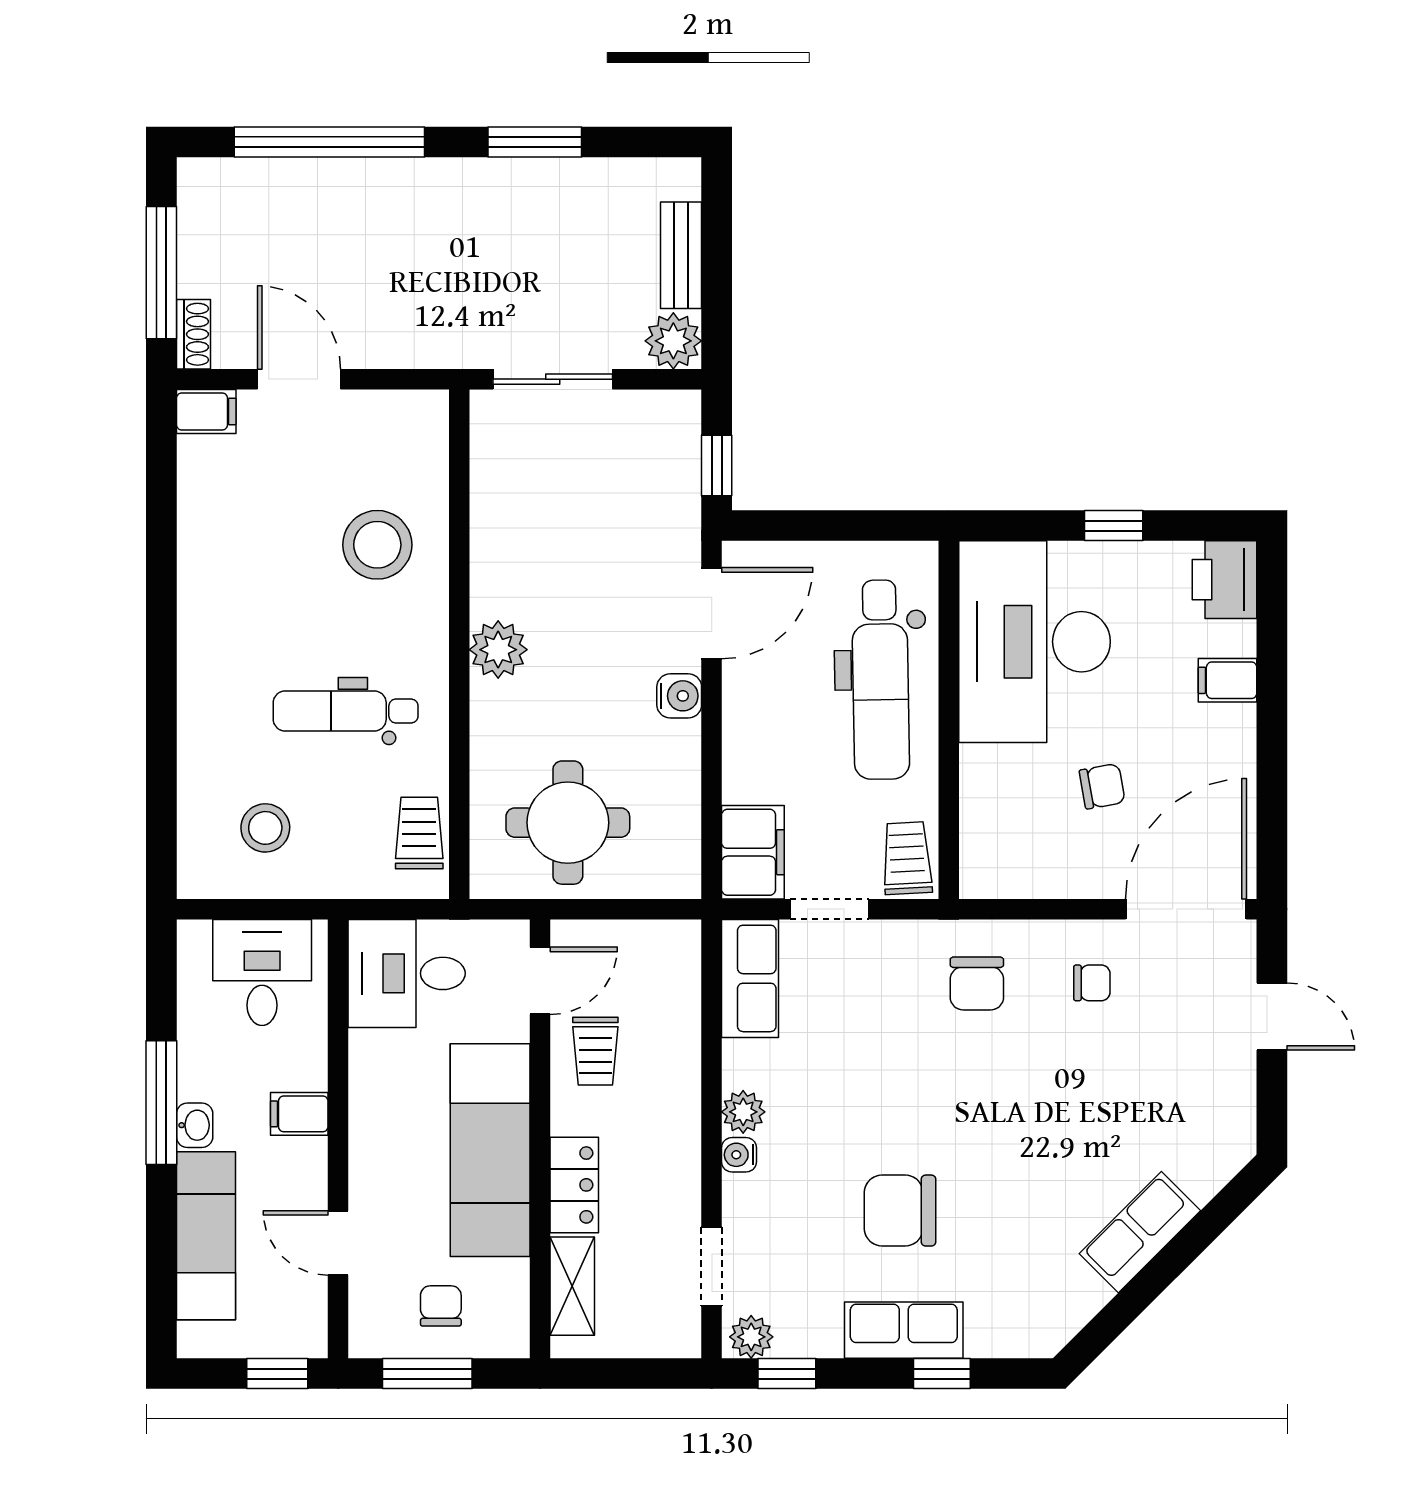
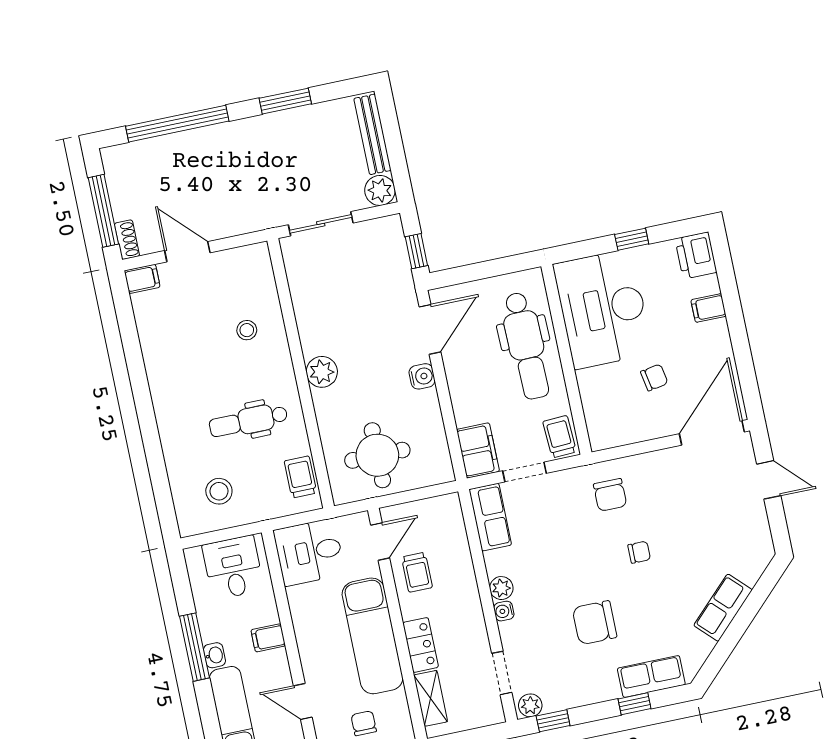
bench: (681, 255) -> (372, 134), width x1.36
stool: (377, 545) -> (247, 330), width x0.53, depth x0.53
chair: (1092, 983) -> (639, 552), moved
row of seats: (904, 1330) -> (651, 676), moved

